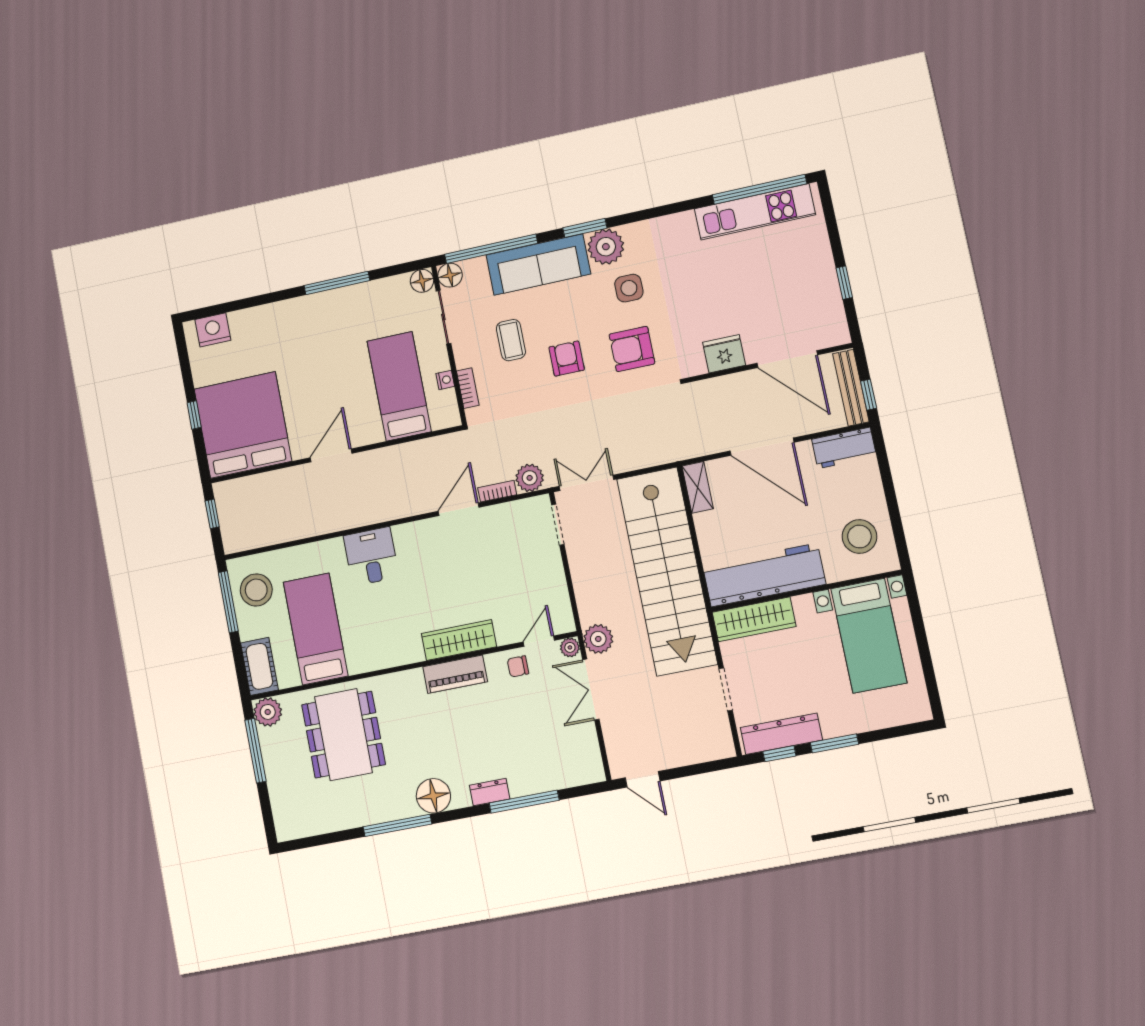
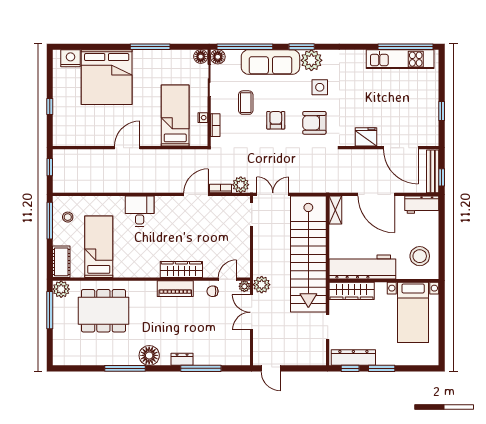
bed: (243, 425) -> (107, 77), moved, turned 180
stool: (256, 590) -> (68, 217), width x0.53, depth x0.53
dining table: (343, 735) -> (103, 311), turned 90

